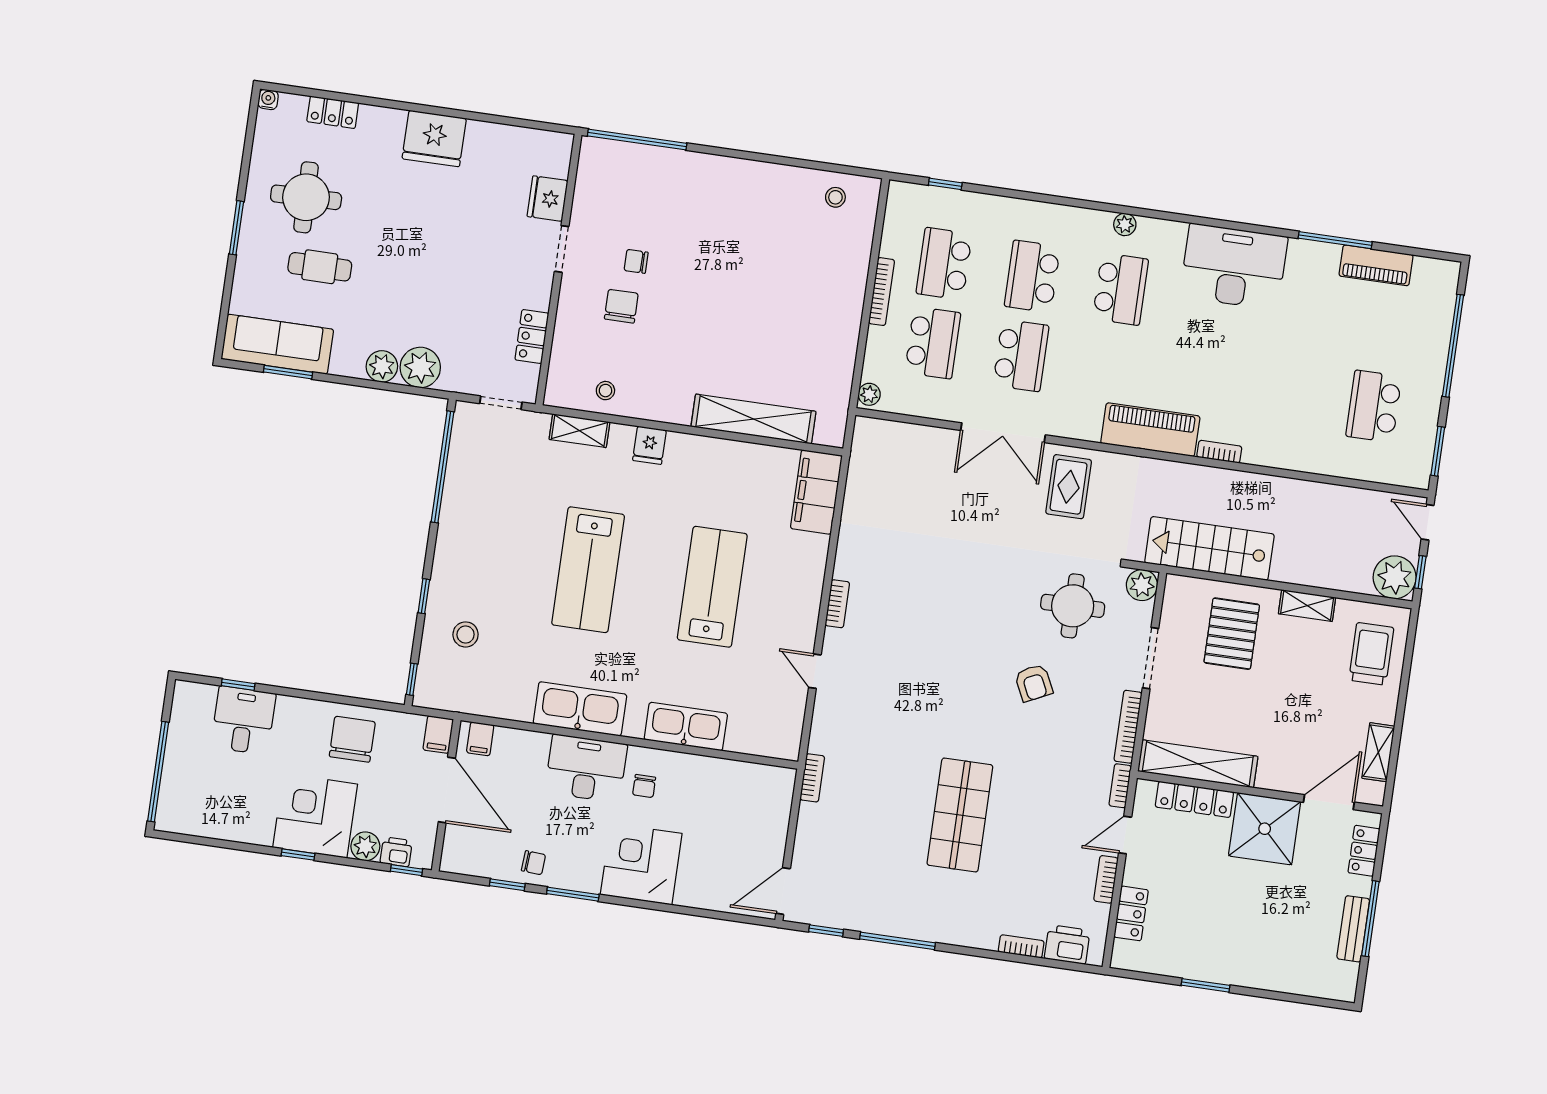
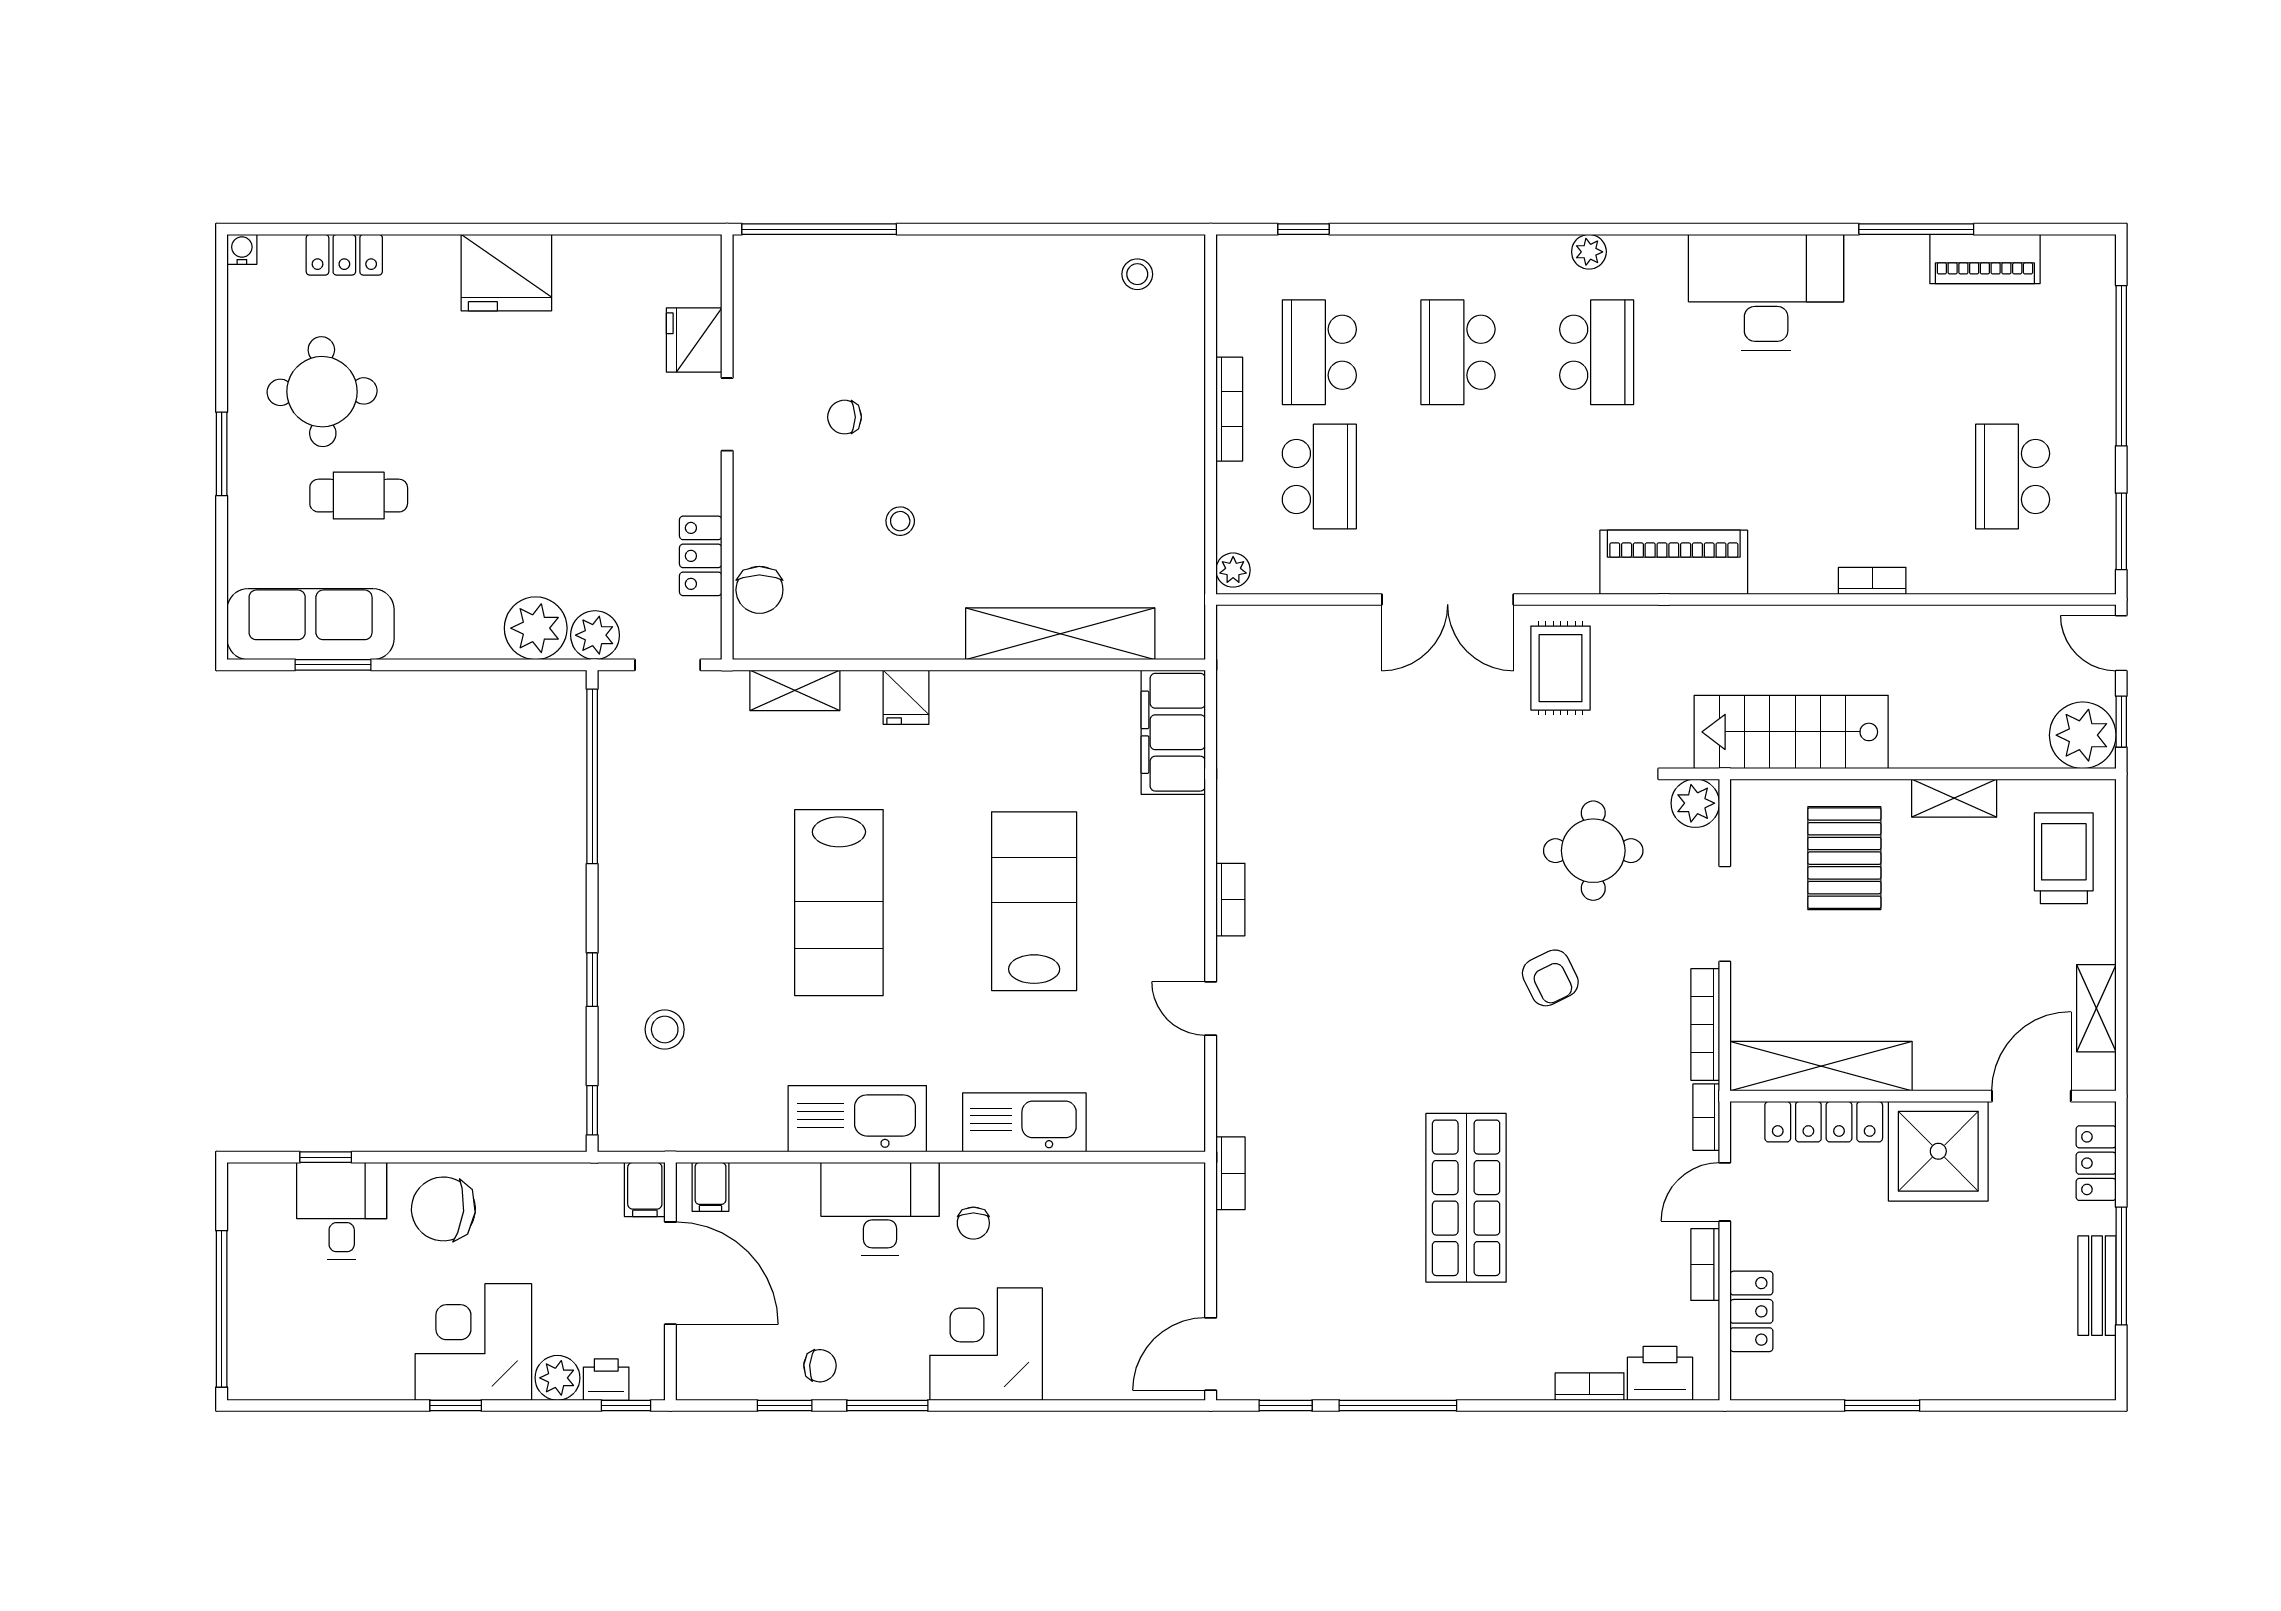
chair: (621, 306) -> (759, 590), moved, turned 180
school desk: (1021, 355) -> (1458, 476), removed
plant: (382, 366) -> (595, 635), moved
stool: (605, 391) -> (900, 521), moved
bookcase: (1219, 452) -> (1872, 581), moved
chair: (352, 739) -> (443, 1209), moved, turned -84

